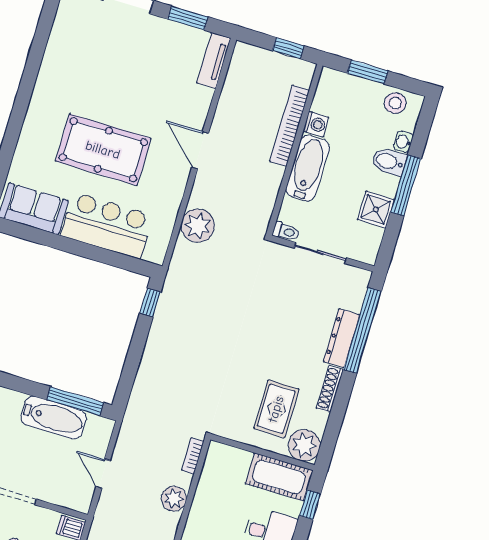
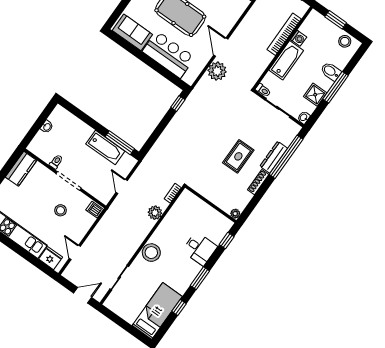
washbasin: (403, 142) -> (304, 117), moved
door: (200, 150) -> (221, 47), moved
rug: (276, 409) -> (238, 156), moved
plant: (304, 445) -> (235, 214), width x0.53, depth x0.53
cot: (279, 477) -> (215, 220), removed

